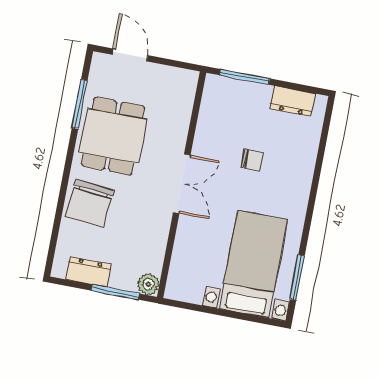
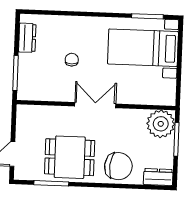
dresser: (89, 272) -> (158, 177), moved, turned 90
plant: (148, 284) -> (161, 124), width x1.87, depth x1.87

